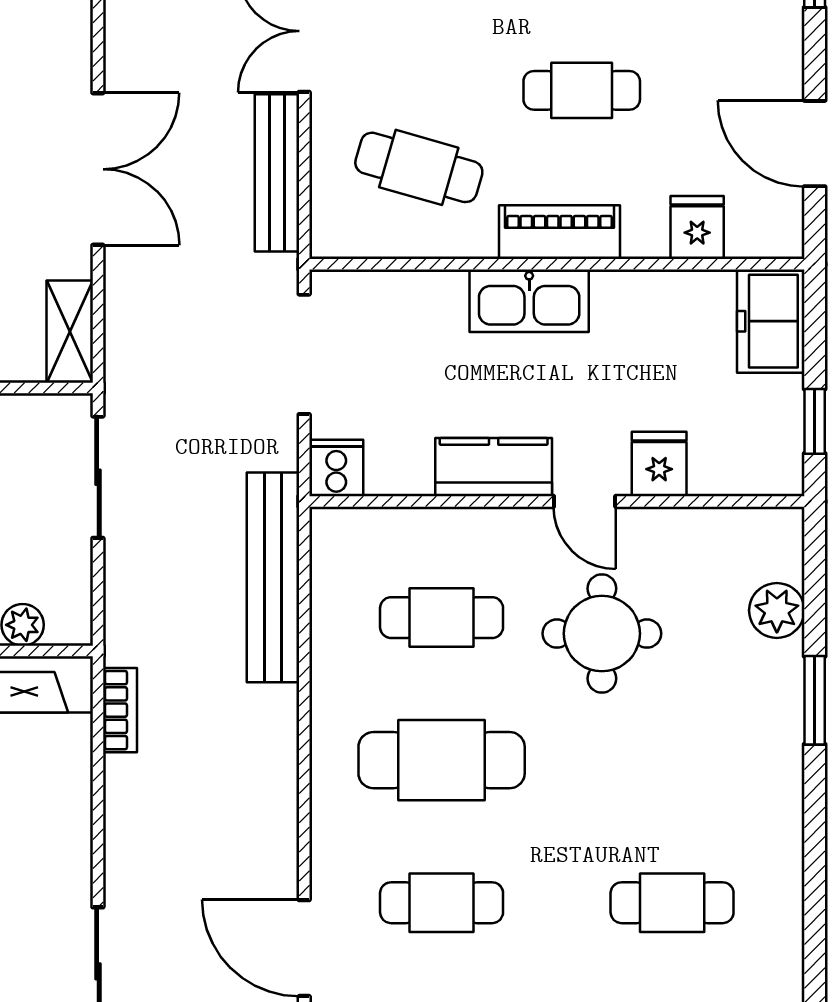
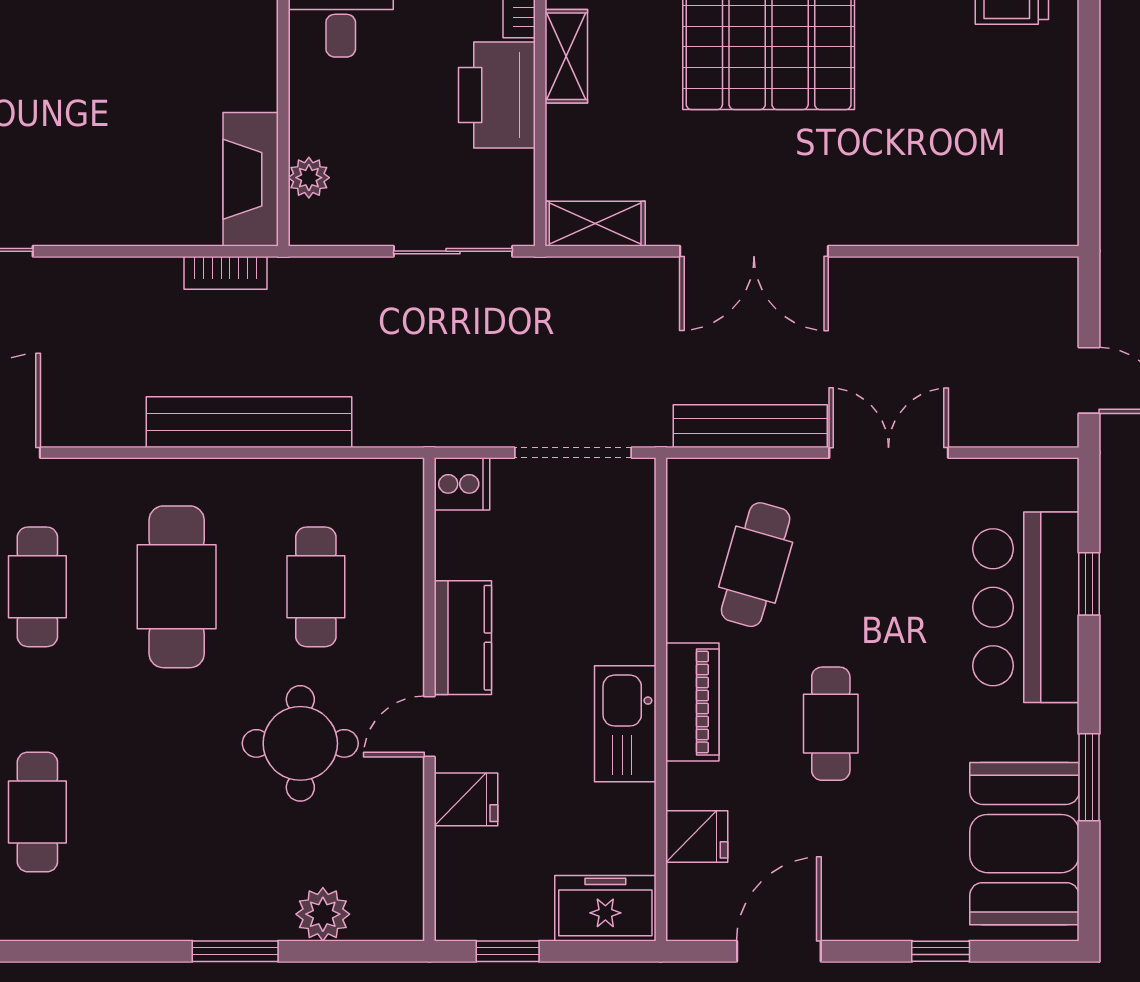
kitchen sink: (529, 301) -> (625, 724), moved
bench: (273, 577) -> (249, 422), moved

